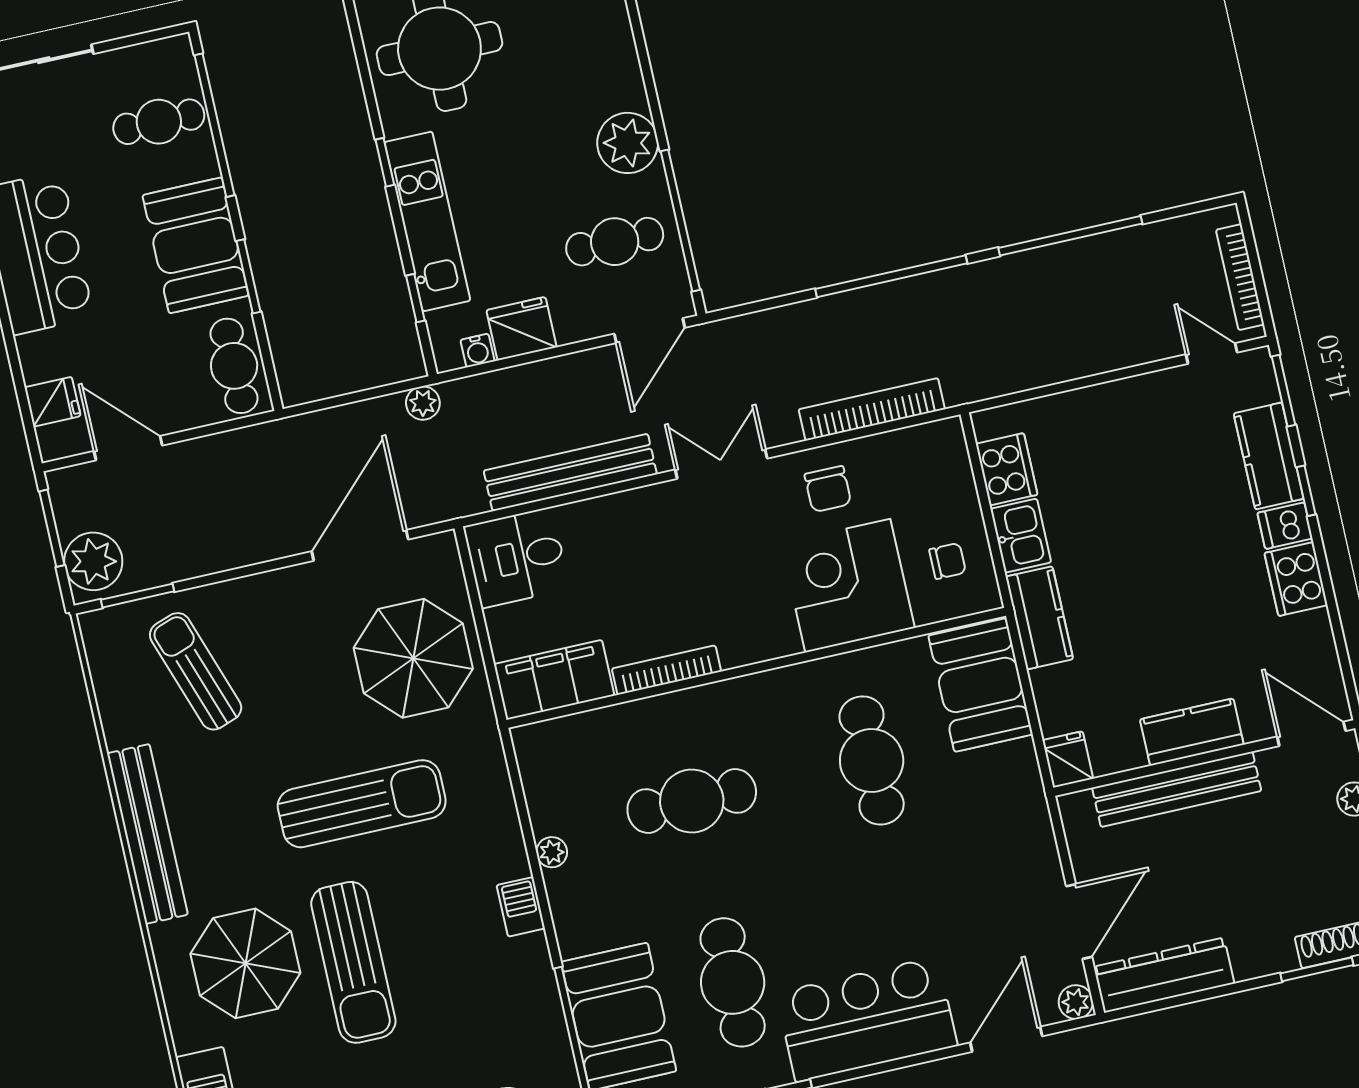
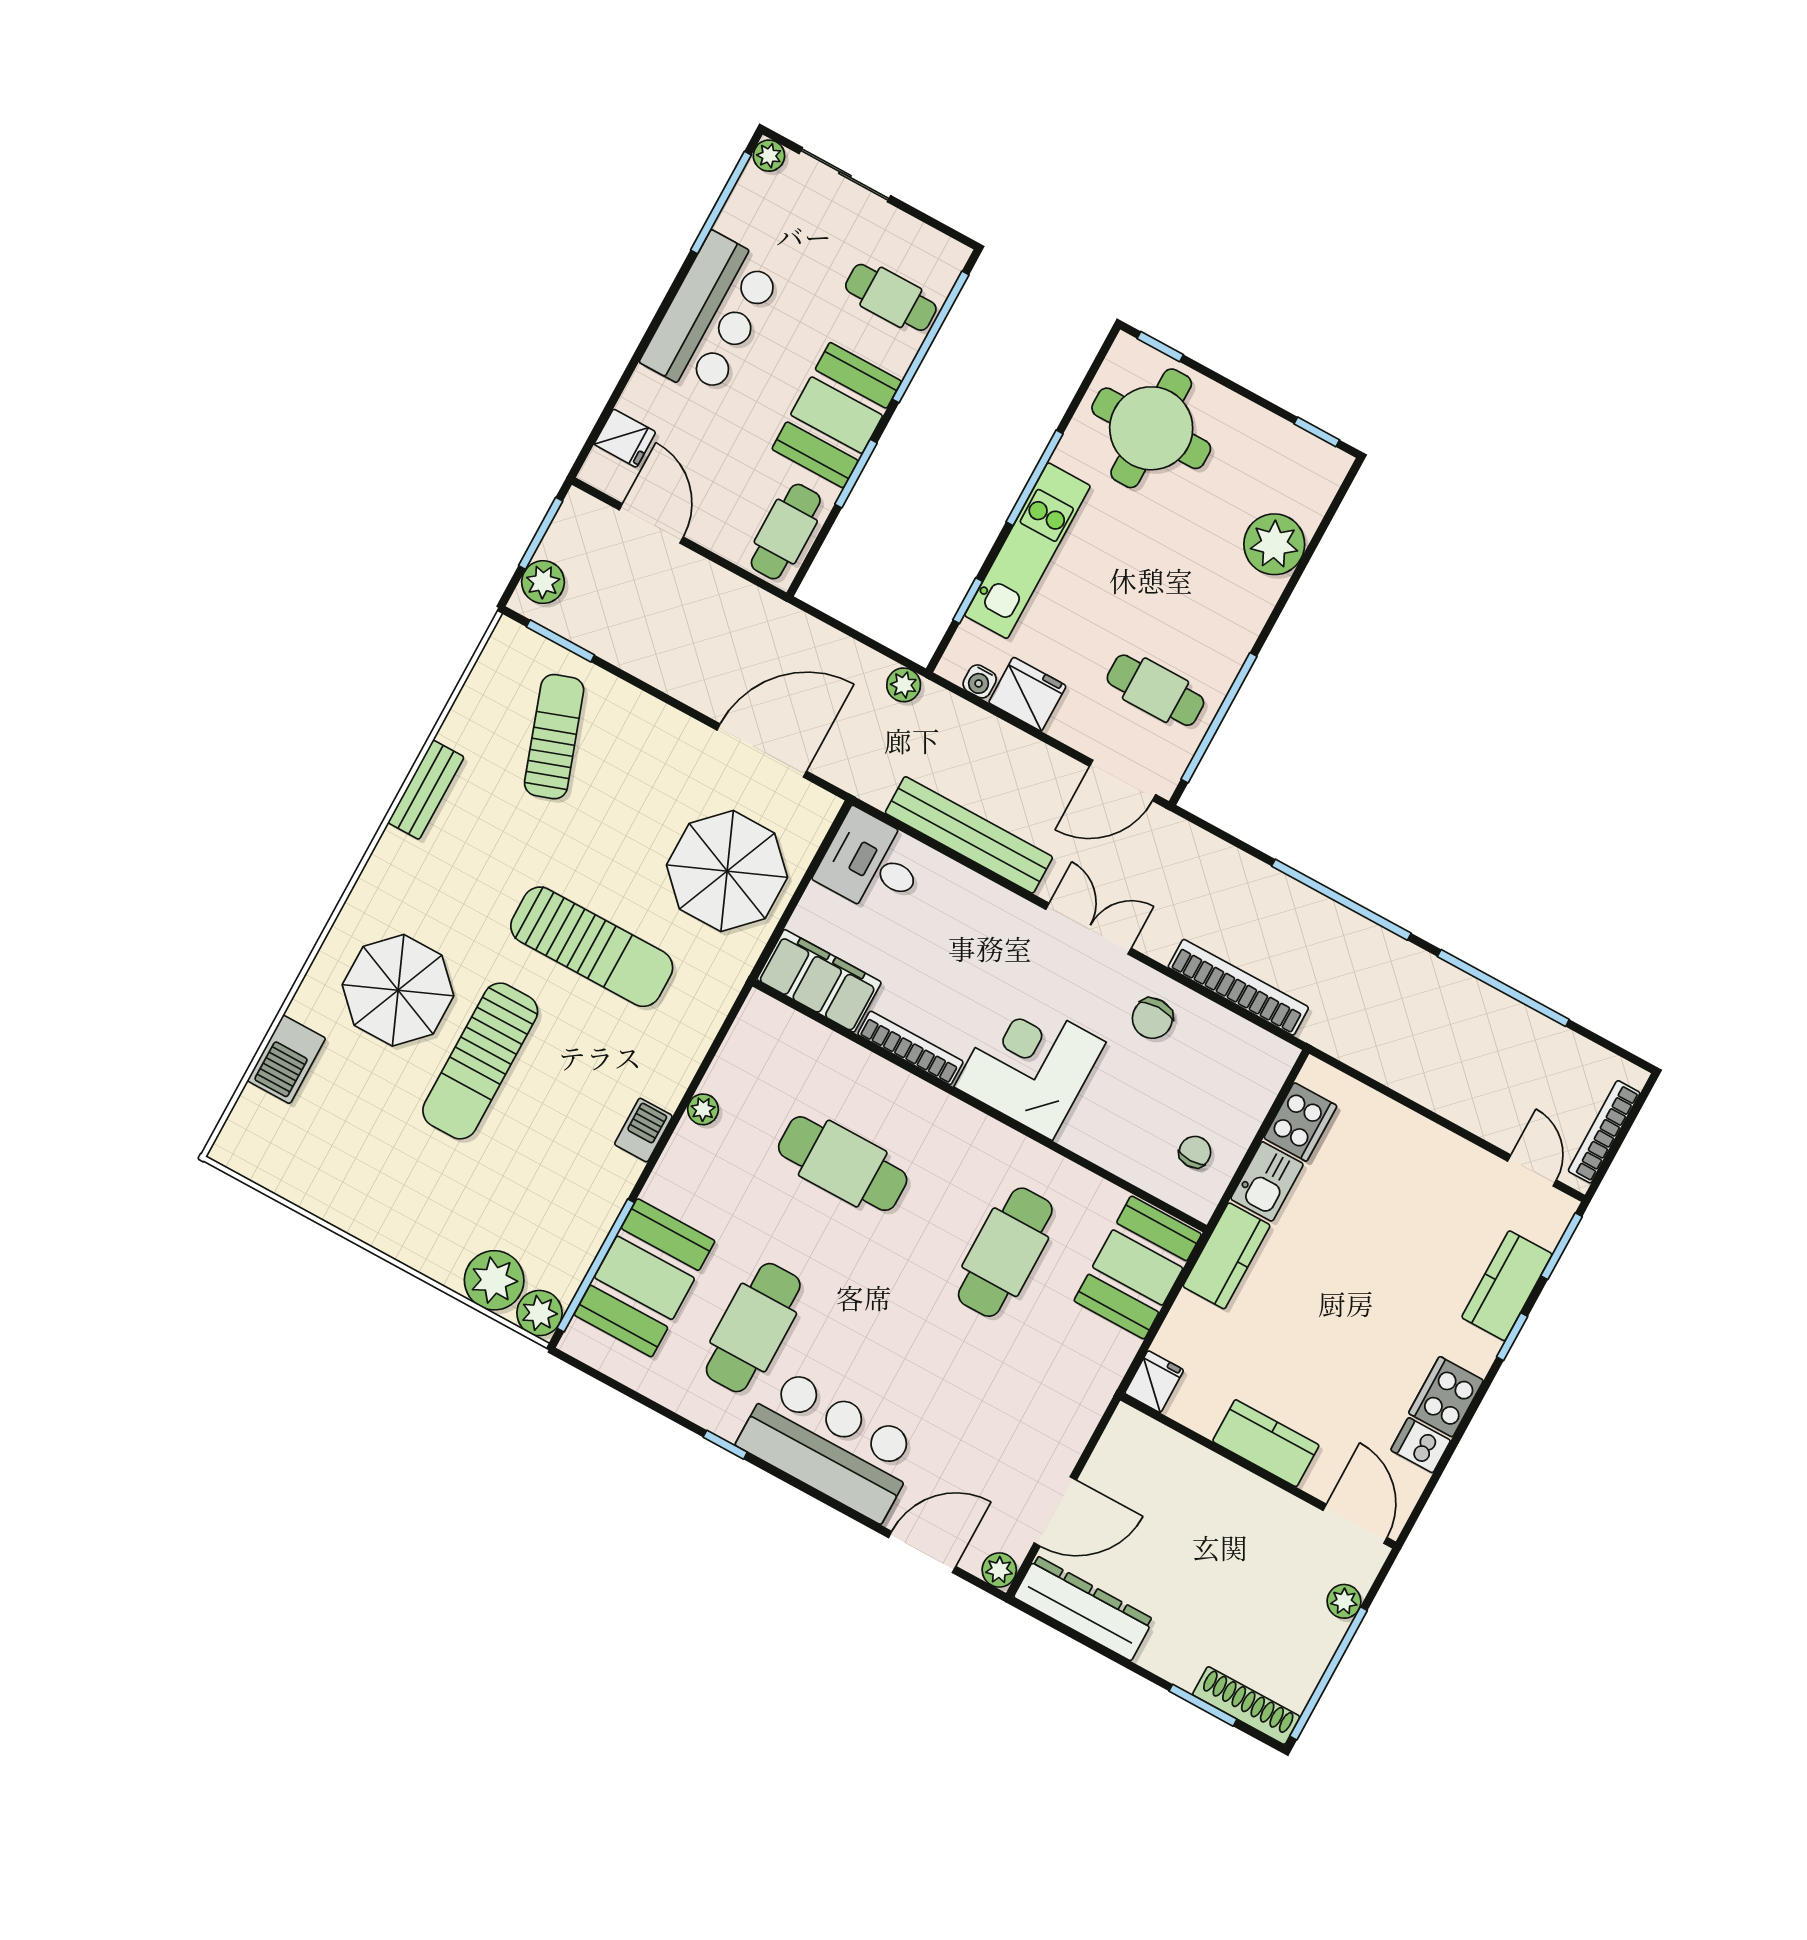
plant: (628, 143) -> (1274, 544), moved
window: (385, 162) -> (1035, 478), width x2.17
dishwasher: (1285, 526) -> (1421, 1445), moved
plant: (93, 561) -> (543, 582), width x0.73, depth x0.73
chair: (948, 561) -> (1195, 1152), turned -90
corner desk: (848, 586) -> (1030, 1065), moved
bench: (1177, 789) -> (1216, 1476), removed
bench: (147, 834) -> (426, 790), width x0.54, depth x0.82

